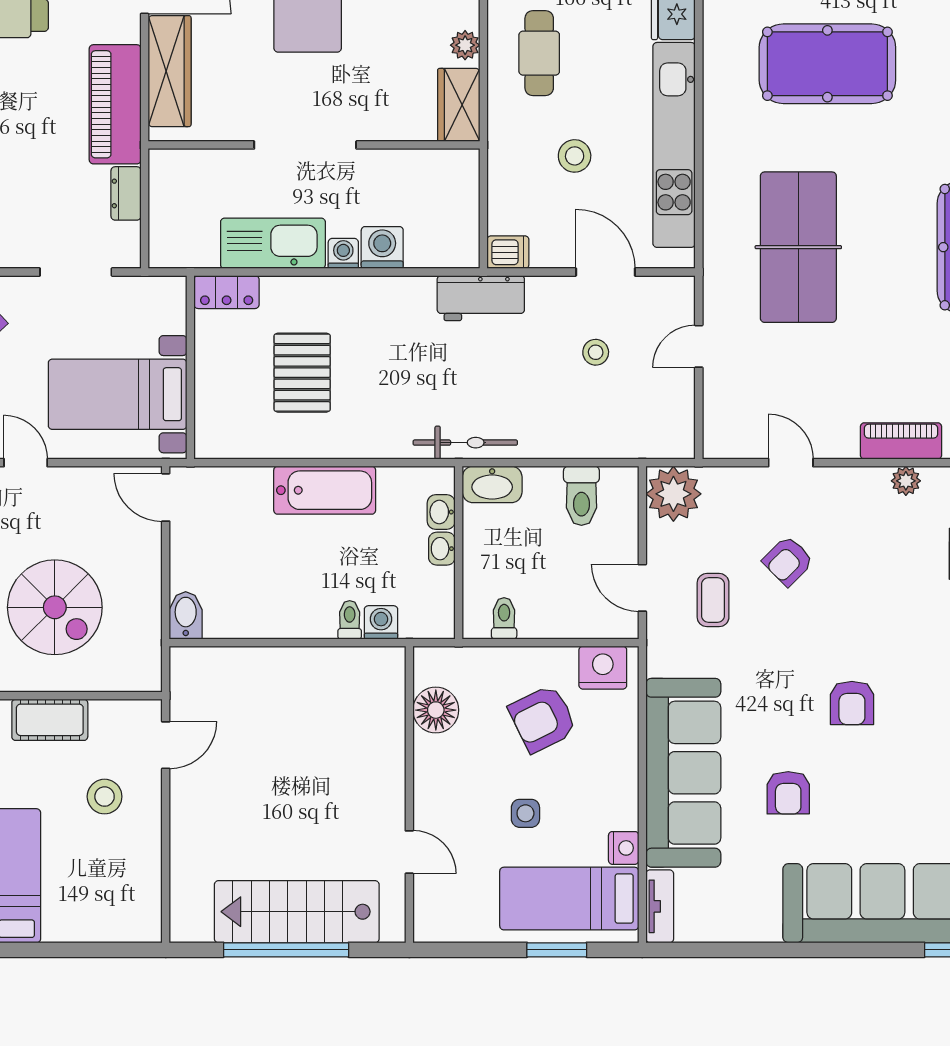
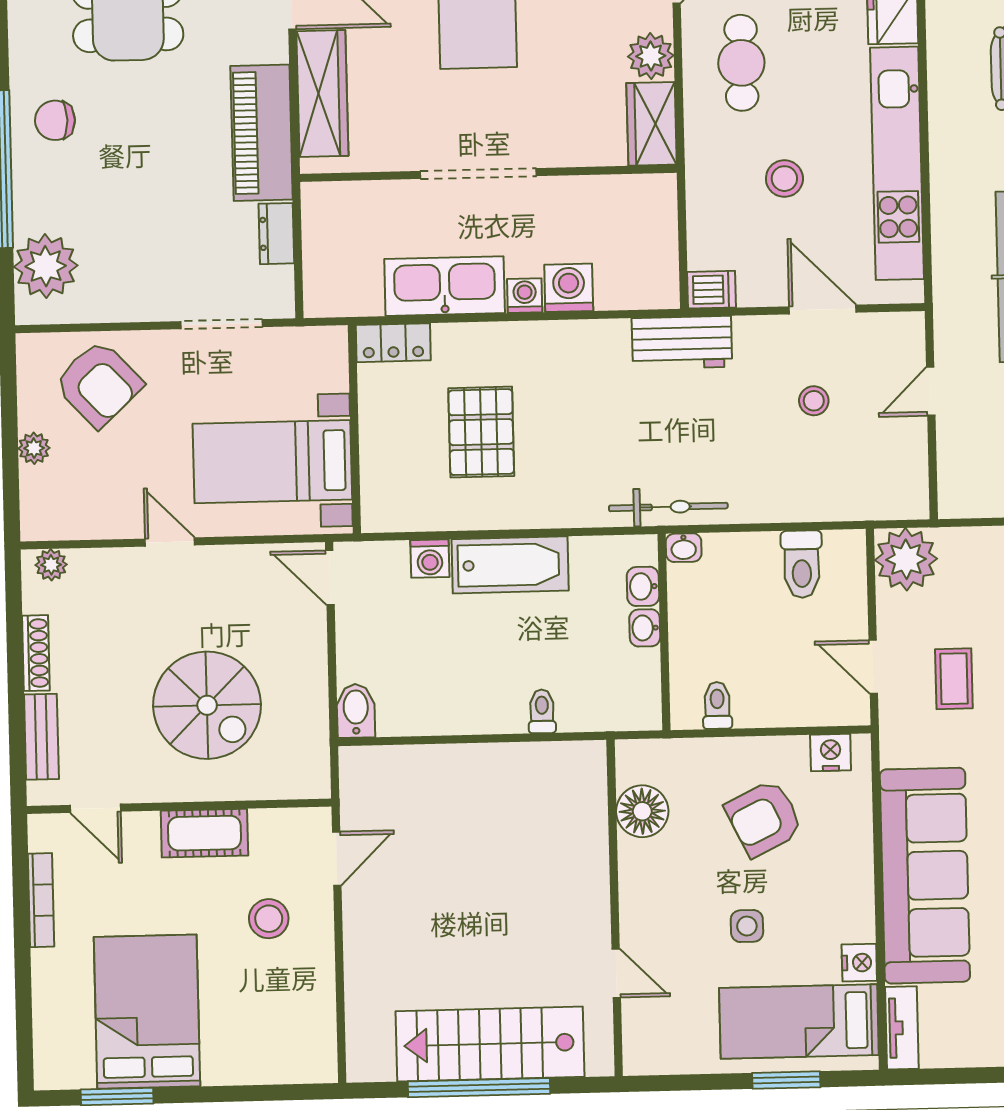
plant: (465, 45) -> (651, 56), width x1.38, depth x1.38
washbasin: (492, 484) -> (684, 548), width x0.52, depth x0.69
washing machine: (381, 622) -> (430, 559), moved, turned 180
nightstand: (603, 668) -> (831, 753), width x0.74, depth x0.75

